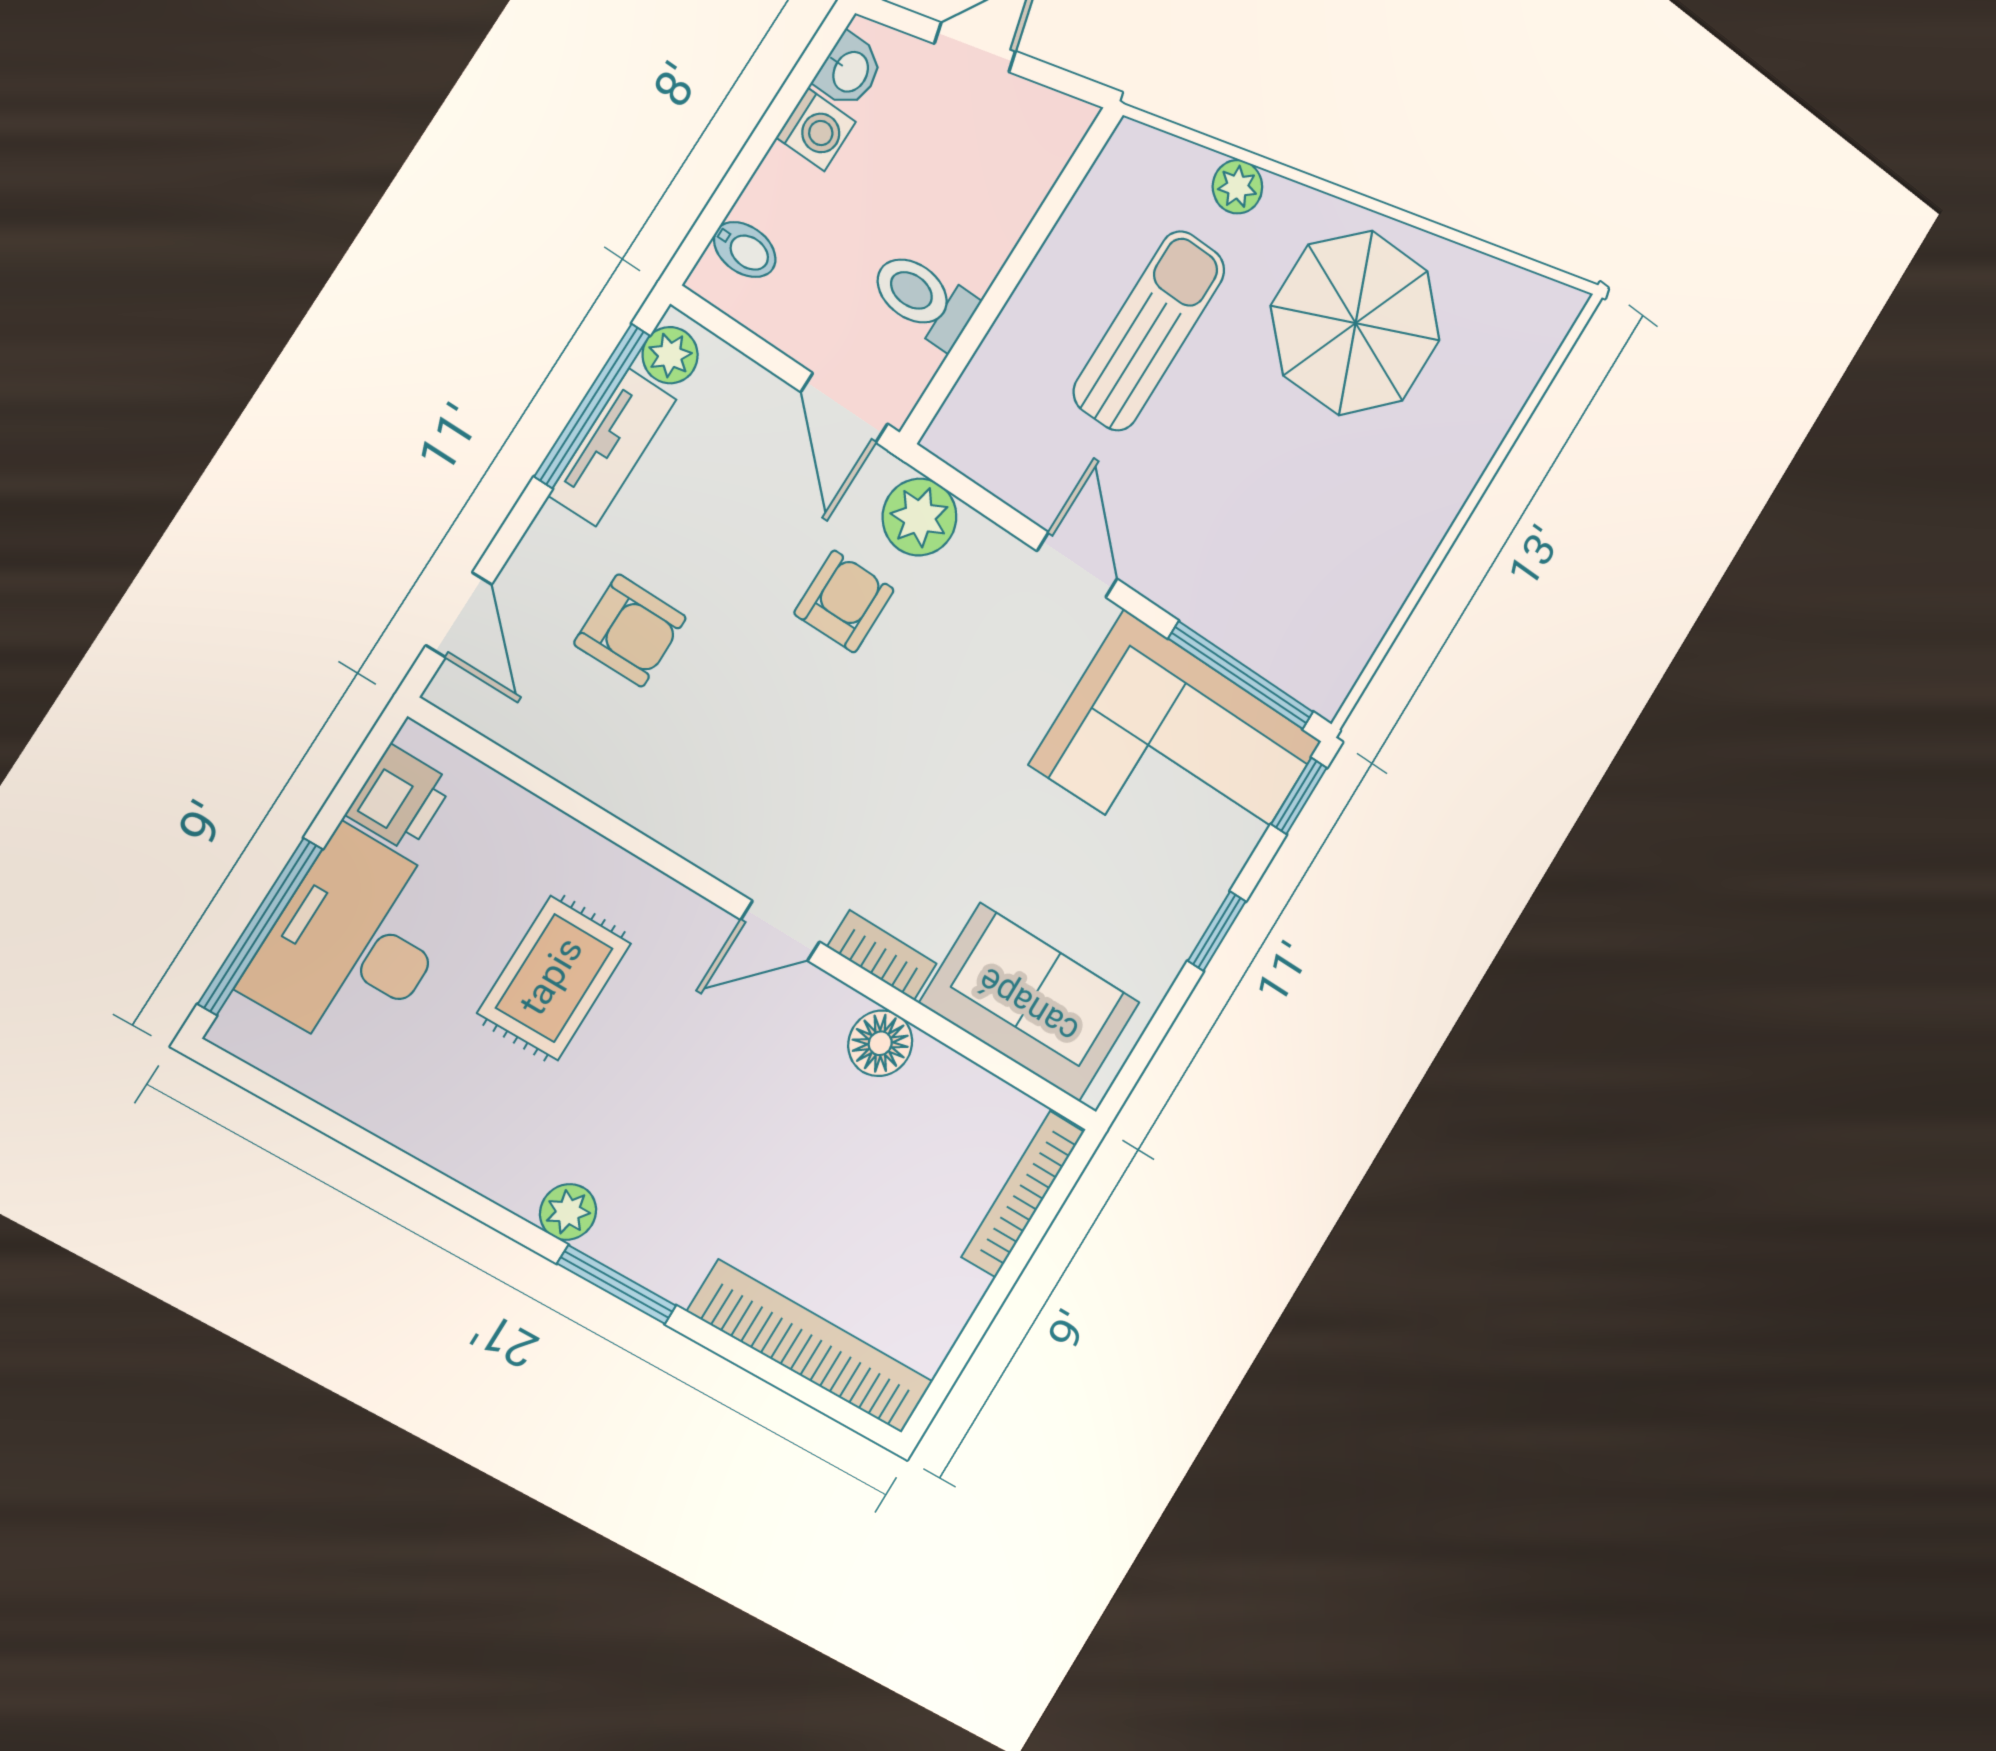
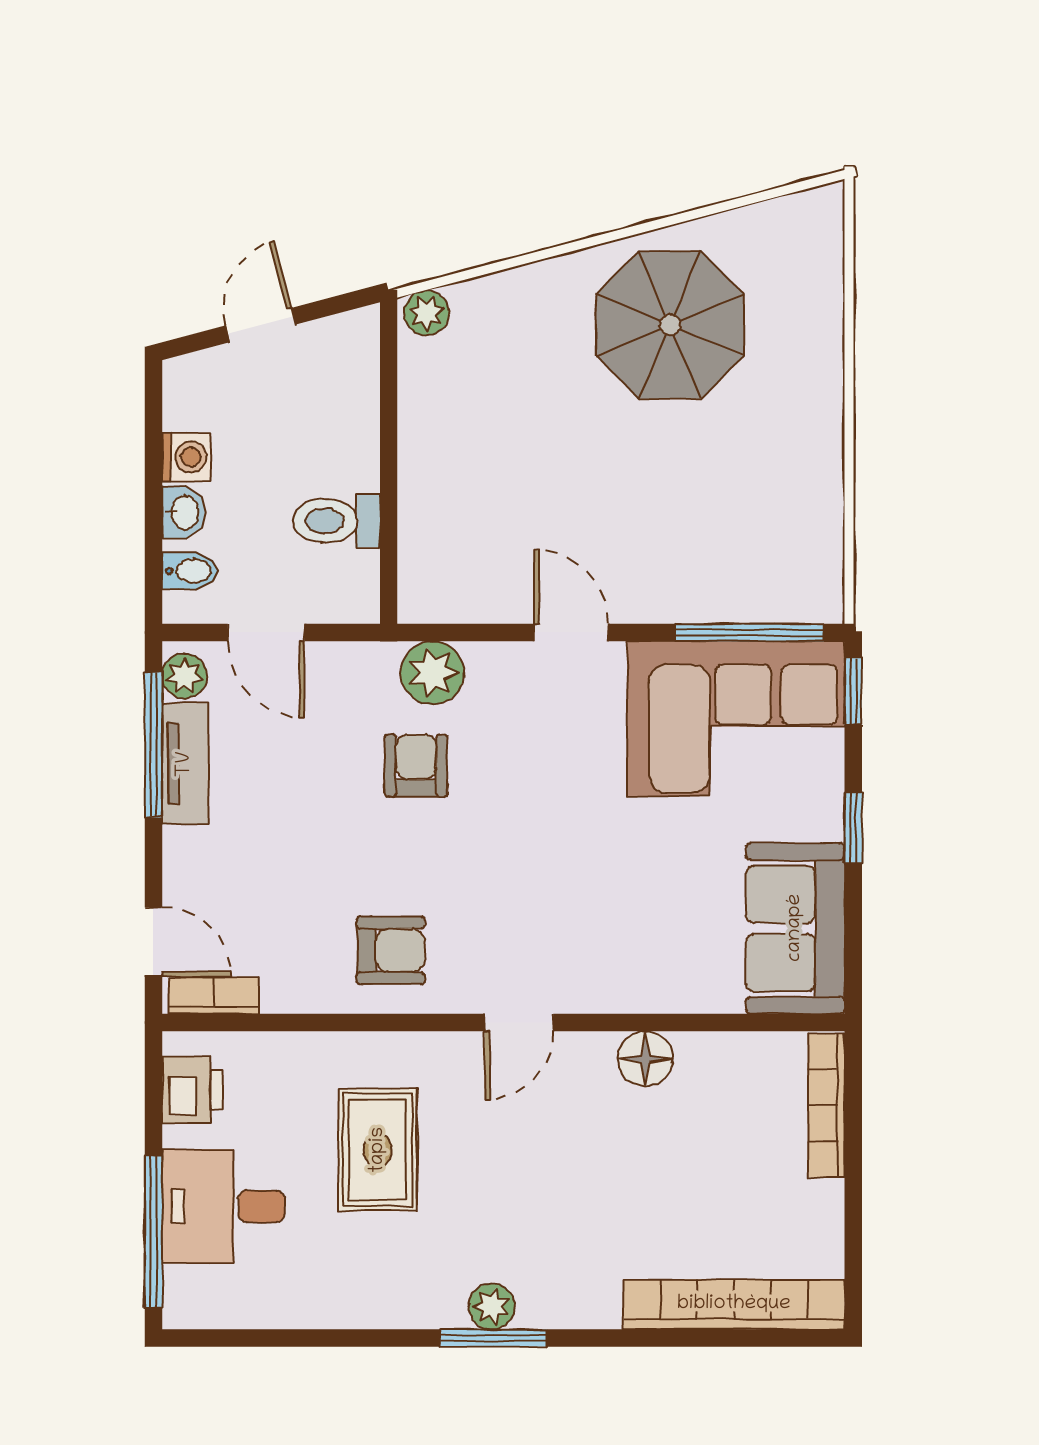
washbasin: (849, 71) -> (183, 512), moved
plant: (1237, 187) -> (427, 313), moved
sun lounger: (1149, 331) -> (516, 434), removed
door: (844, 408) -> (266, 632), moved
armchair: (630, 631) -> (391, 950), moved
desk: (354, 943) -> (223, 1206), width x0.73
bookcase: (882, 955) -> (214, 996), moved
sofa: (1030, 1003) -> (795, 928), moved, turned -90
window: (617, 1285) -> (494, 1338), moved

